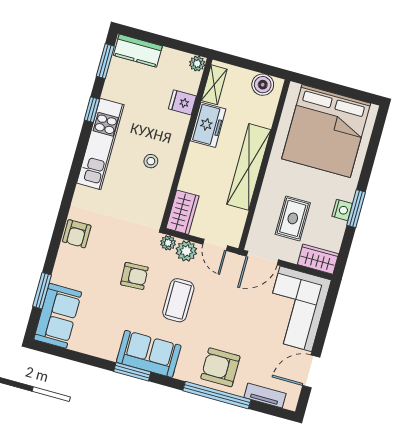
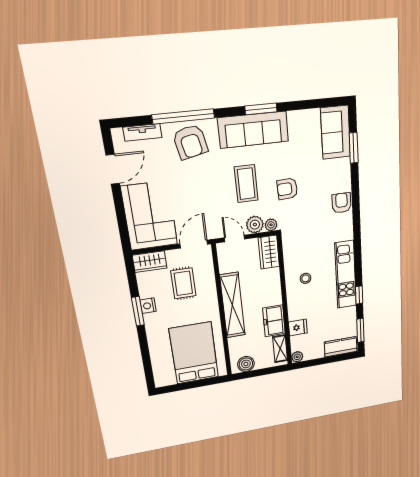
bed: (326, 131) -> (194, 353), width x0.73
sofa: (149, 354) -> (253, 130), width x1.36
armchair: (220, 367) -> (190, 142), turned 78

